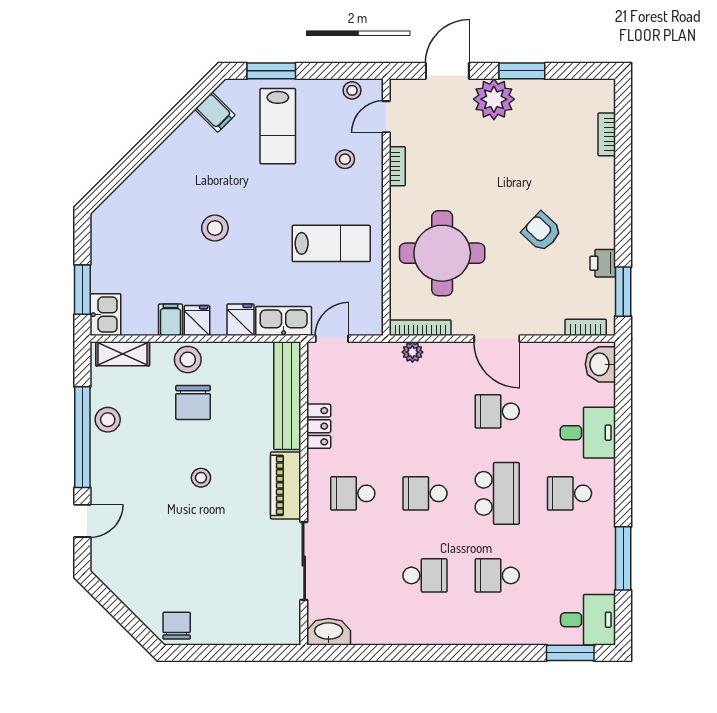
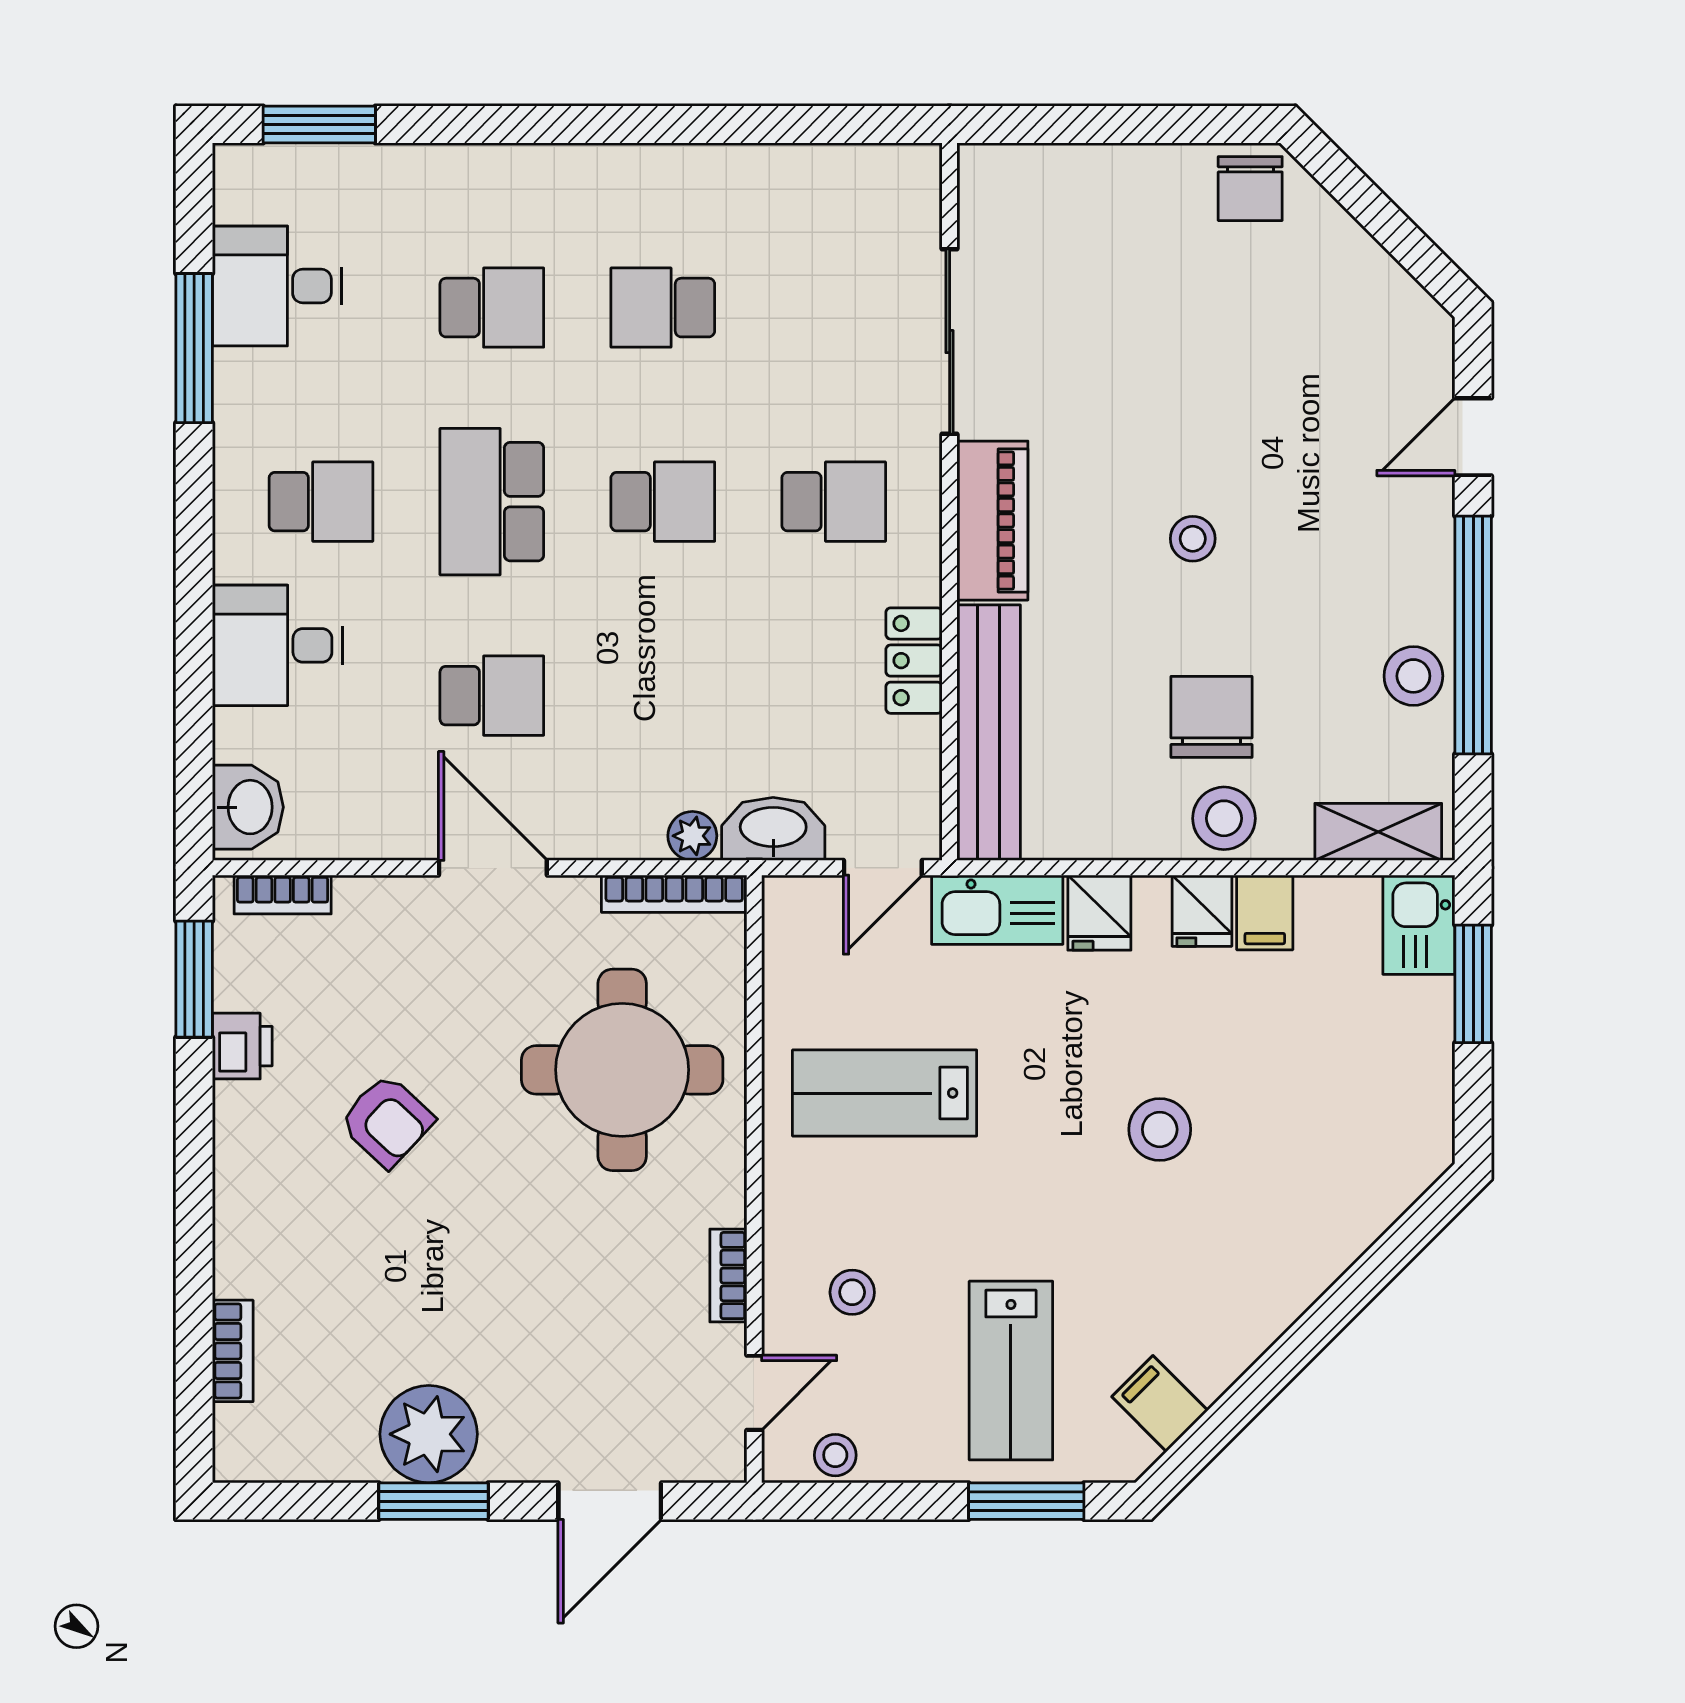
plant: (494, 99) -> (429, 1434), moved
lab bench: (278, 126) -> (1011, 1371), turned 180
desk: (588, 620) -> (277, 286), moved
washbasin: (329, 632) -> (773, 829), moved, turned 180

